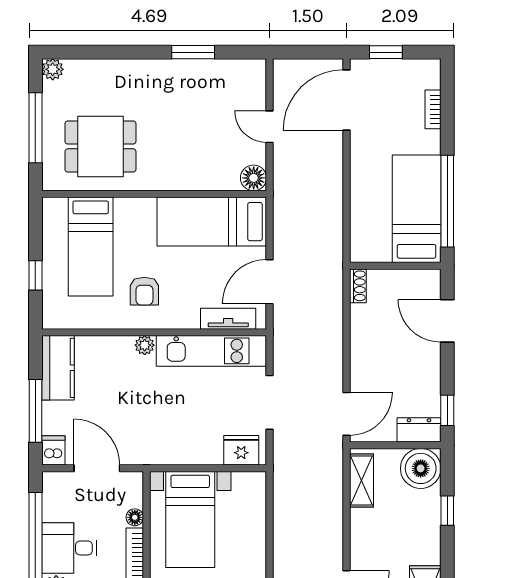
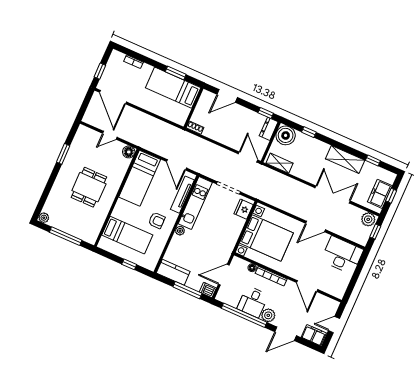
dining table: (100, 146) -> (89, 187), moved
window: (447, 201) -> (176, 73), width x0.47
tv unit: (228, 319) -> (182, 195), width x1.41
bed with nightstands: (190, 519) -> (266, 238), width x1.36

